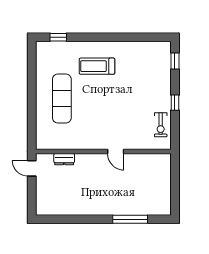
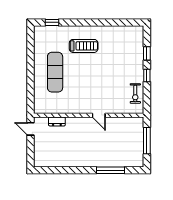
window: (175, 61) -> (147, 53), moved
treadmill: (97, 66) -> (84, 46), turned 180
window: (175, 183) -> (147, 141), added

